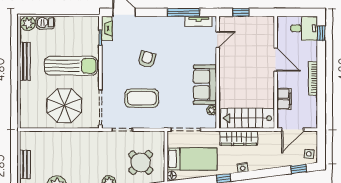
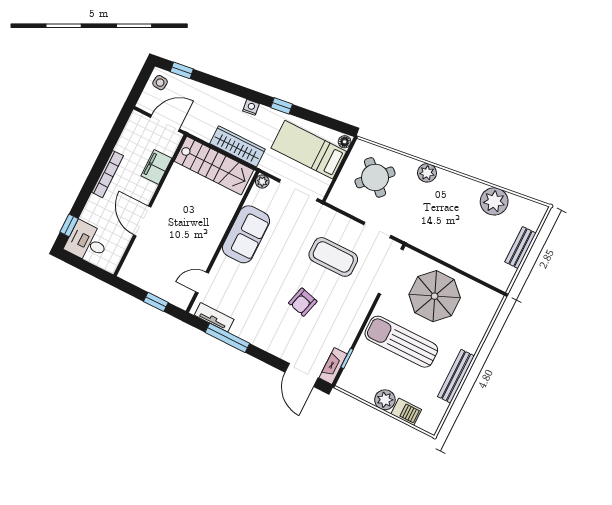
plant: (28, 23) -> (385, 400), moved
plant: (212, 110) -> (262, 181), moved

